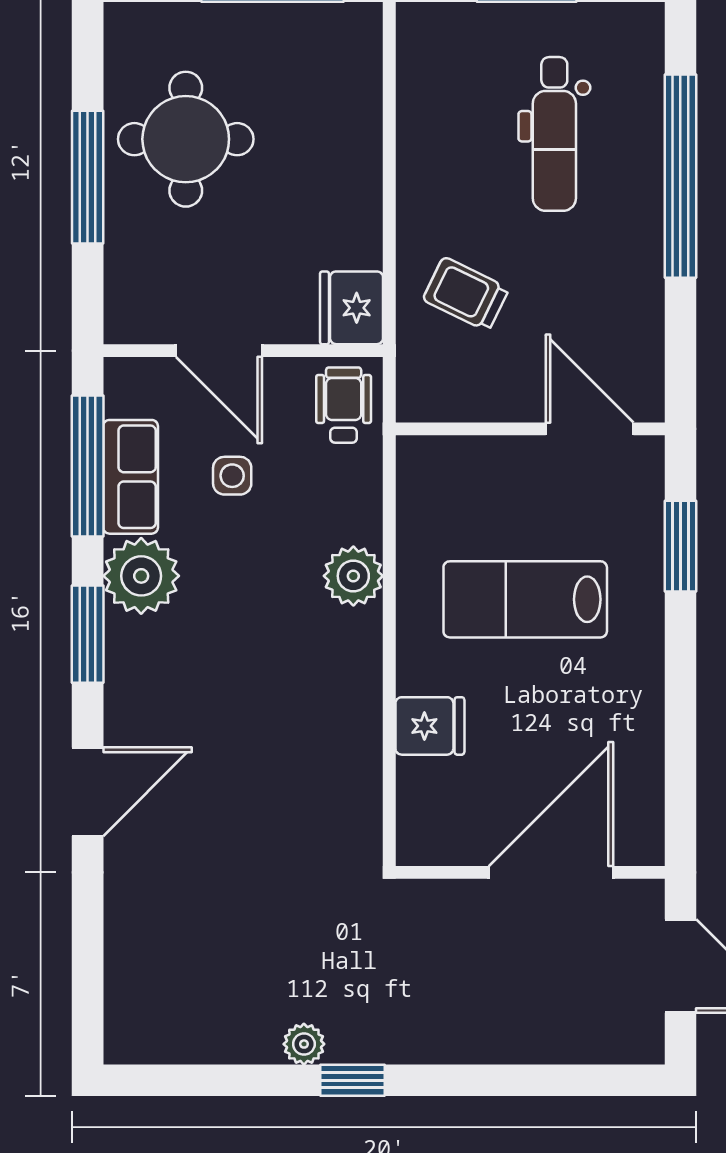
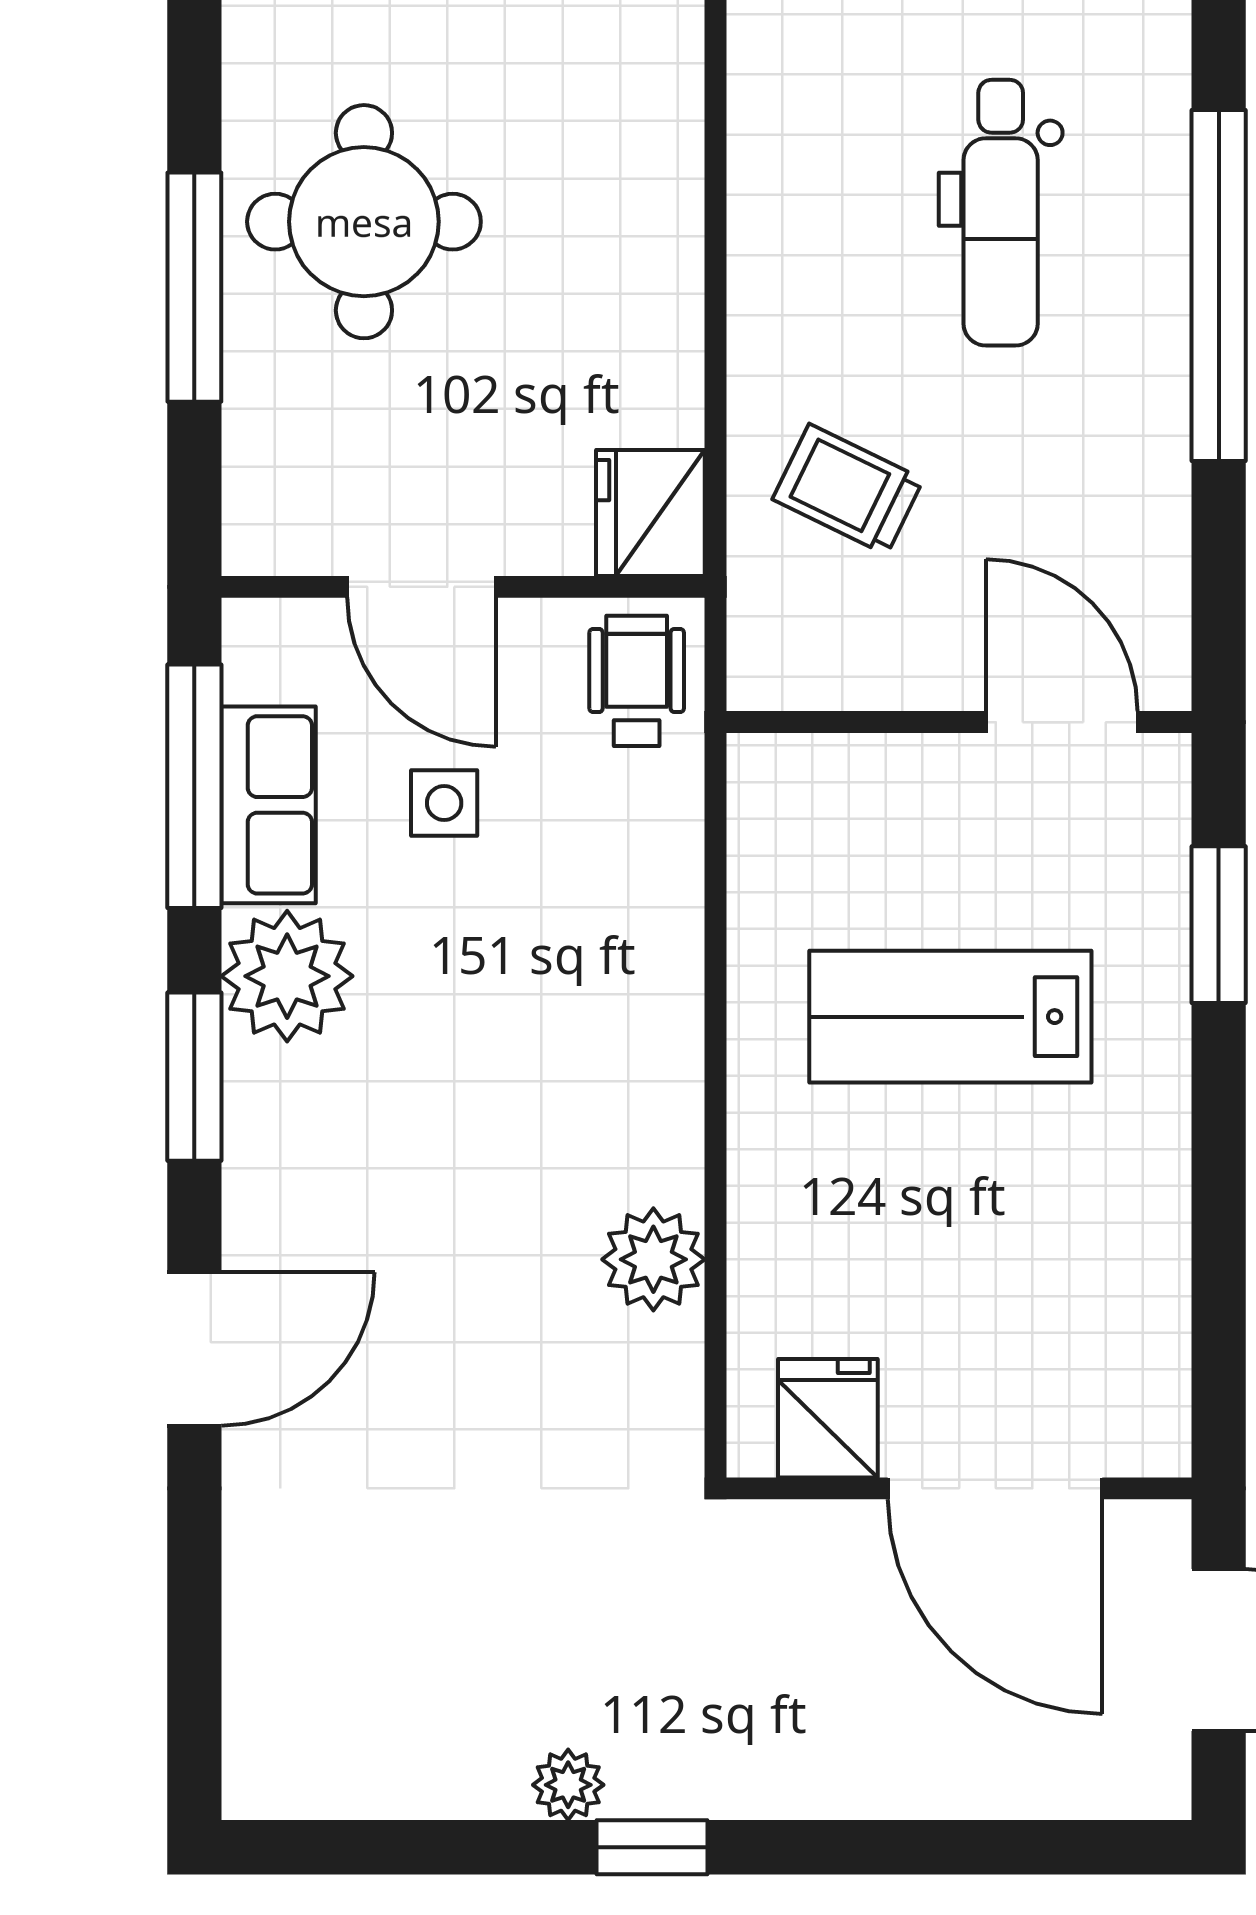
plant: (353, 576) -> (653, 1259), moved
fridge: (430, 726) -> (828, 1418), moved, turned -90
door: (551, 872) -> (995, 1488), swing flipped

